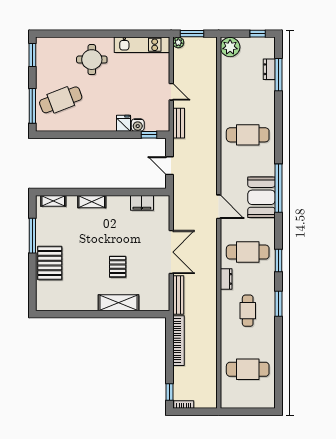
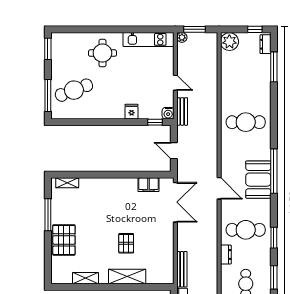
dresser: (269, 69) -> (266, 44), moved
water cooler: (138, 125) -> (168, 113), moved
shelving: (92, 202) -> (86, 278), moved
double door: (171, 252) -> (175, 202), moved

